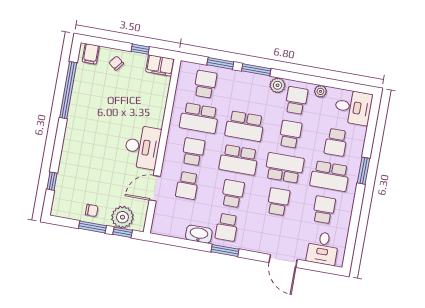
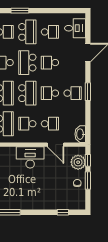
school desk: (324, 210) -> (50, 32), turned 180
washbasin: (199, 234) -> (80, 134), moved

